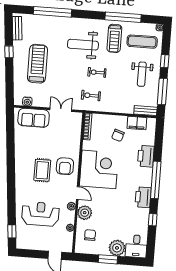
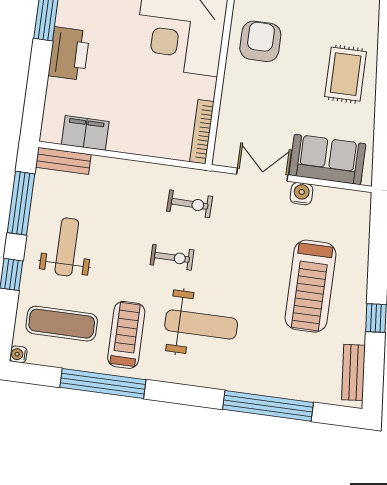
water cooler: (27, 101) -> (301, 194), moved
double door: (61, 110) -> (262, 175), swing flipped
chair: (118, 135) -> (132, 106), removed
rug: (42, 170) -> (346, 74), moved

